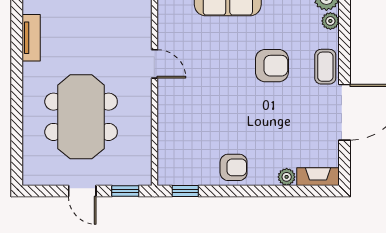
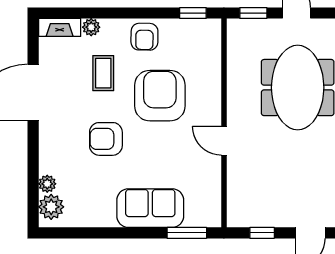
coffee table: (325, 67) -> (103, 73), moved
armchair: (218, 109) -> (160, 96), added
armchair: (234, 167) -> (144, 37), turned -89

